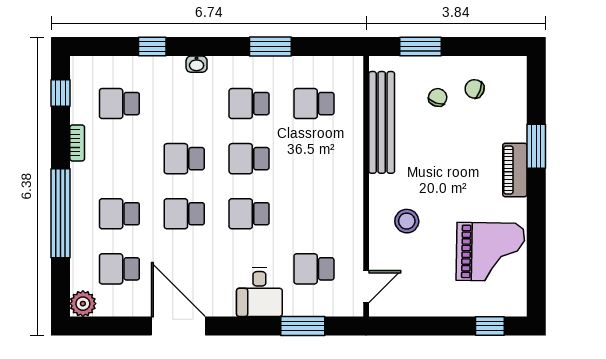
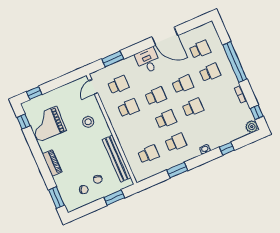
school desk: (119, 104) -> (128, 108), moved
window: (536, 146) -> (57, 198), moved
window: (536, 278) -> (23, 122), added
desk: (259, 292) -> (148, 60), moved
plant: (83, 304) -> (252, 127), moved

